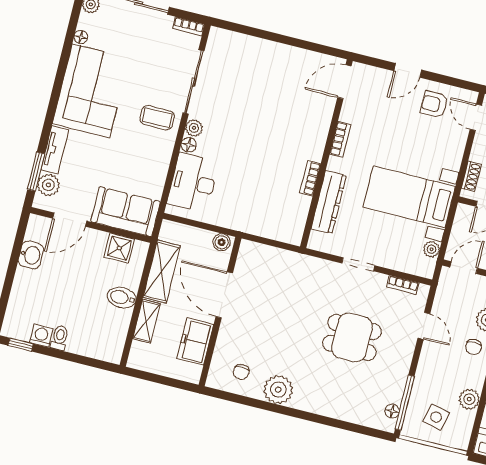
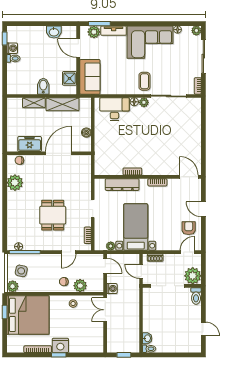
door: (224, 295) -> (58, 153), moved
wall: (220, 312) -> (49, 153), moved
freezer: (195, 341) -> (30, 144), moved
plant: (469, 399) -> (13, 286), moved

